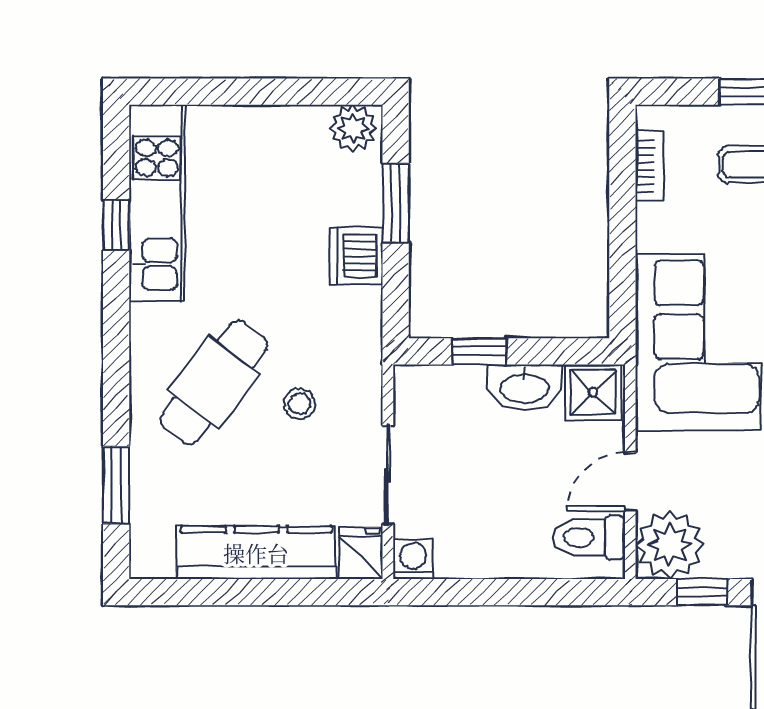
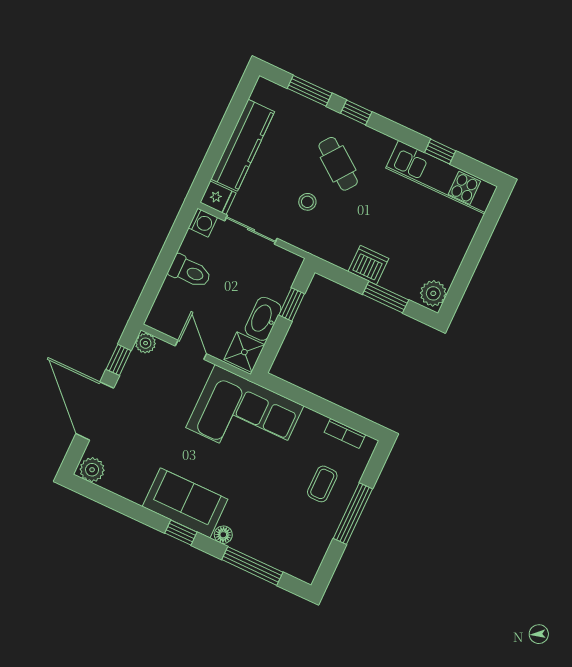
cafe table: (214, 383) -> (338, 164), width x0.73, depth x0.74
window: (116, 392) -> (356, 112), added
toilet: (589, 537) -> (190, 272), moved, turned 90
plant: (670, 545) -> (146, 343), width x0.53, depth x0.53

